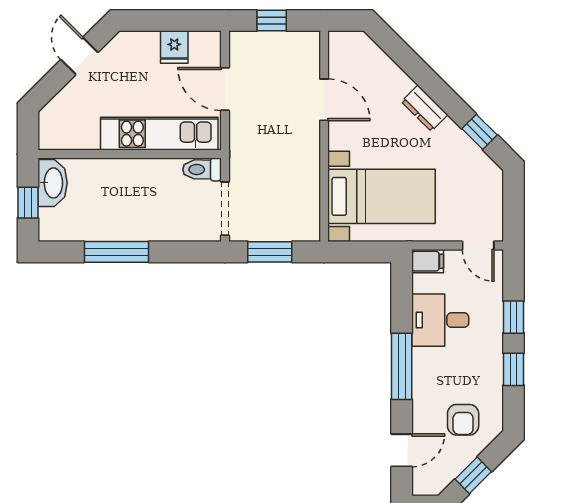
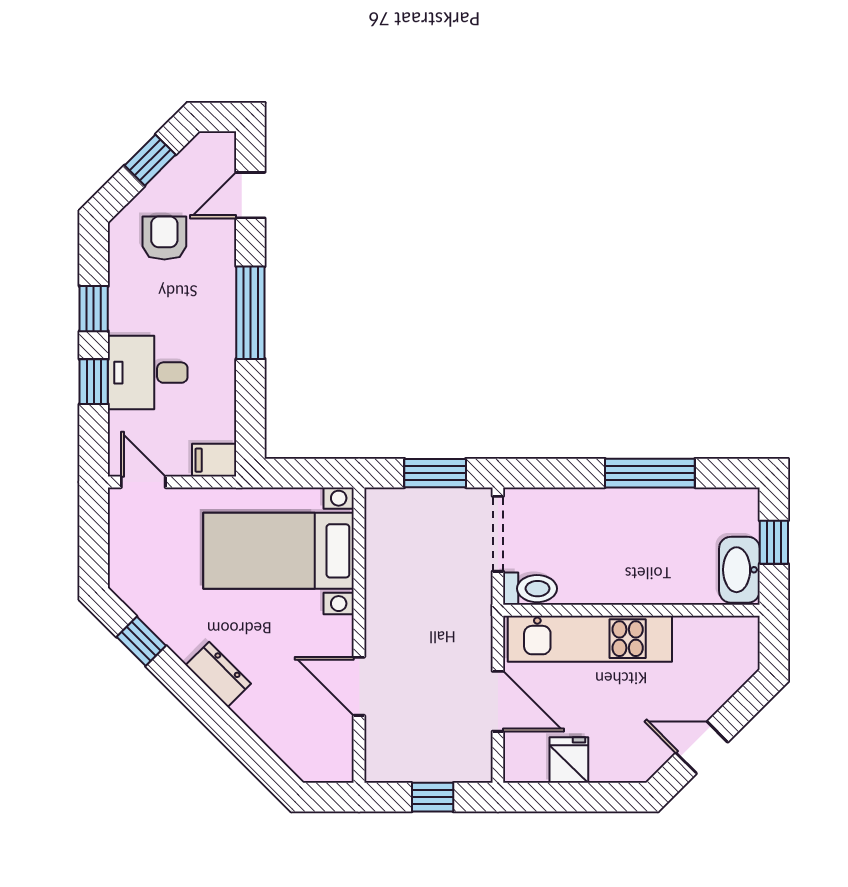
door: (79, 56) -> (702, 748), swing flipped
desk: (440, 320) -> (148, 373), moved, turned 180

